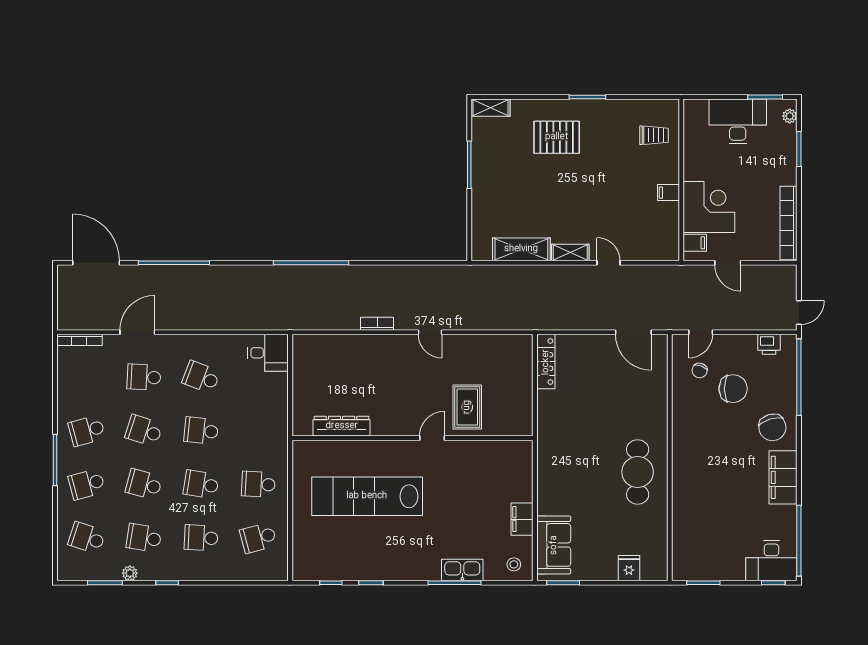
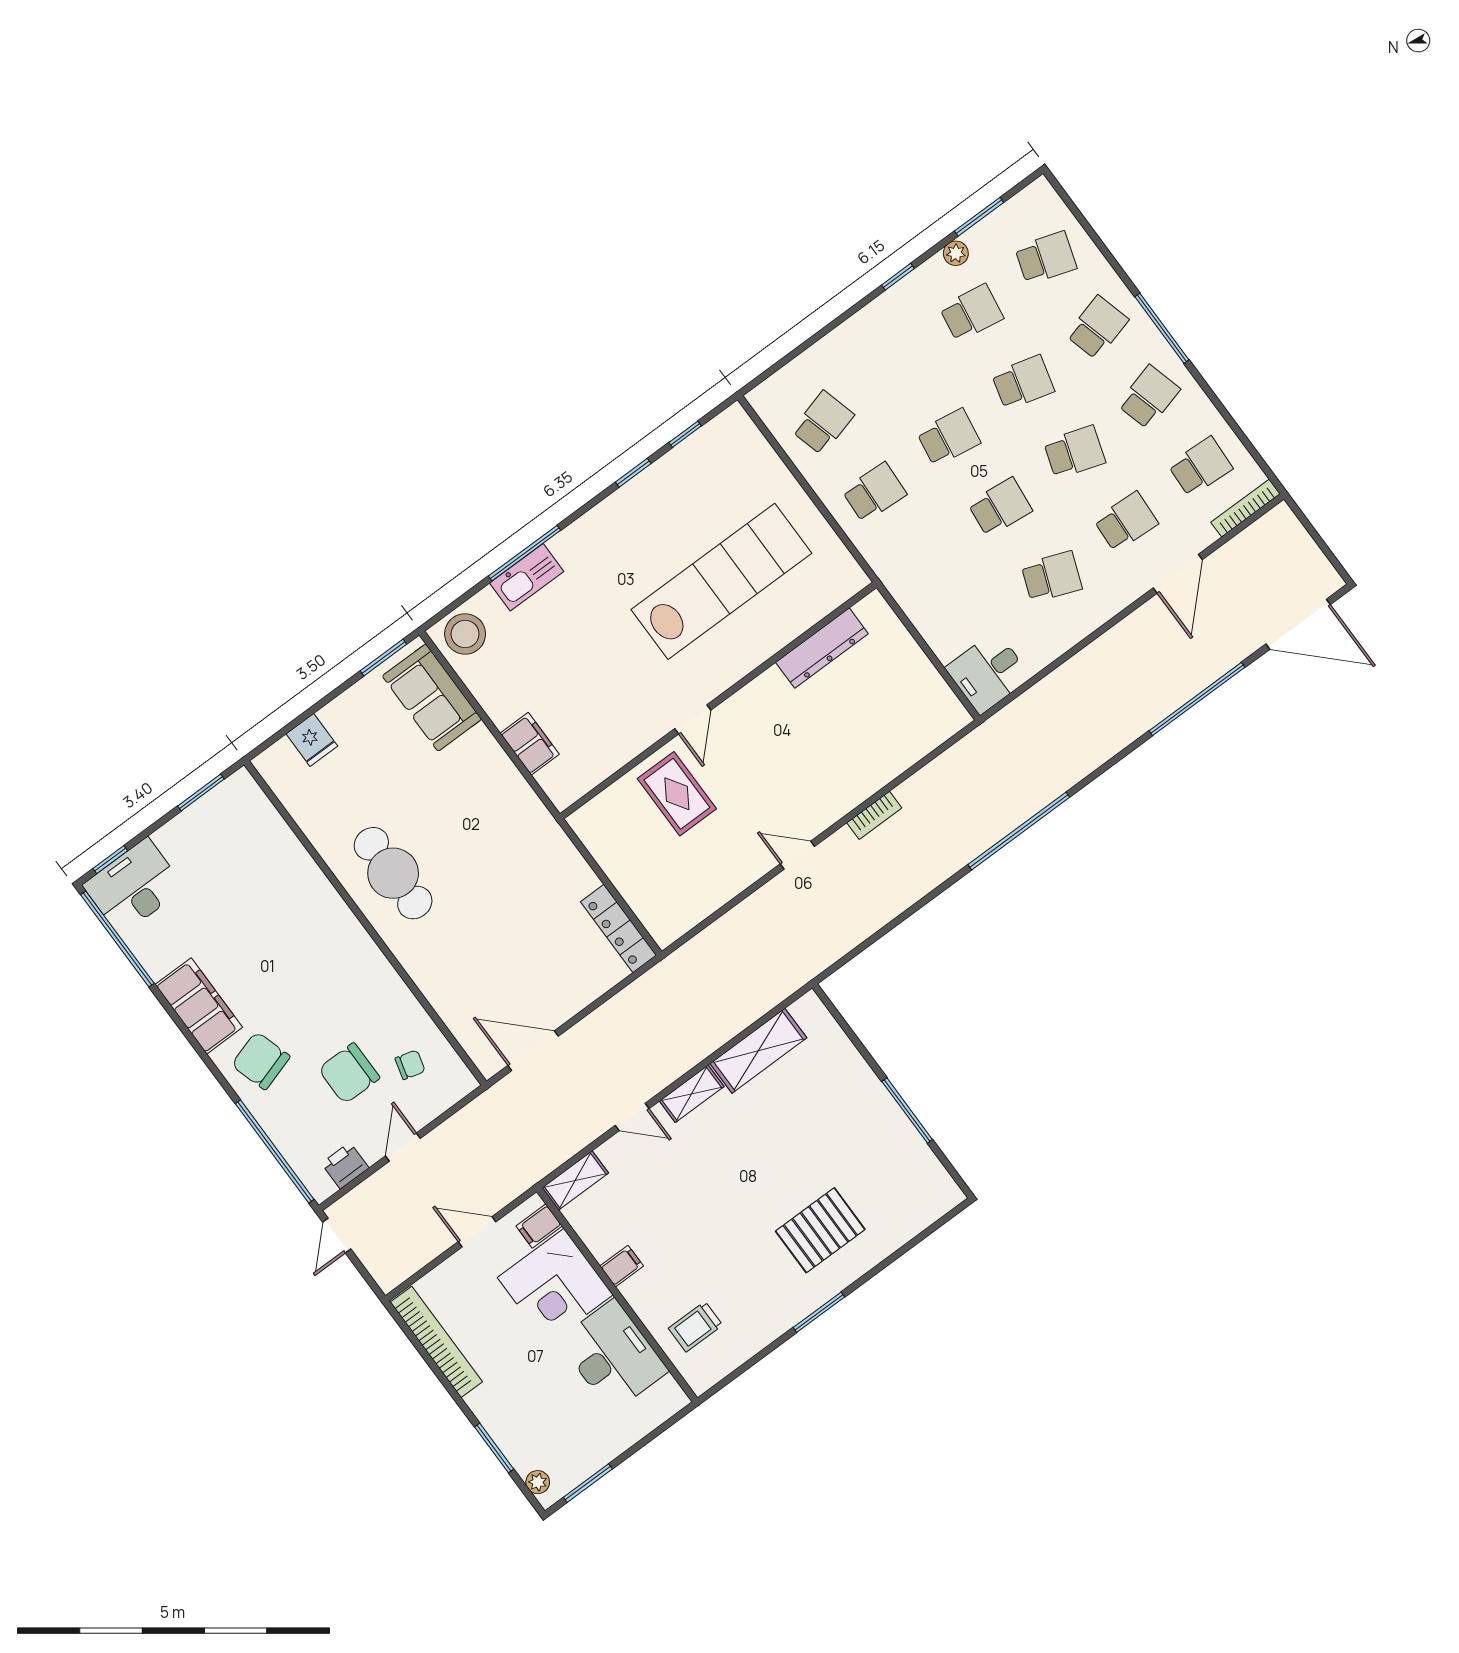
shelving: (491, 108) -> (575, 1180), moved
desk: (738, 121) -> (613, 1356), moved, turned -90
door: (701, 332) -> (403, 1147), moved
chair: (700, 370) -> (410, 1065), turned 84
filing cabinet: (522, 519) -> (530, 744), moved
school desk: (201, 538) -> (1200, 467), moved
stool: (514, 564) -> (465, 634), width x1.89, depth x1.89

